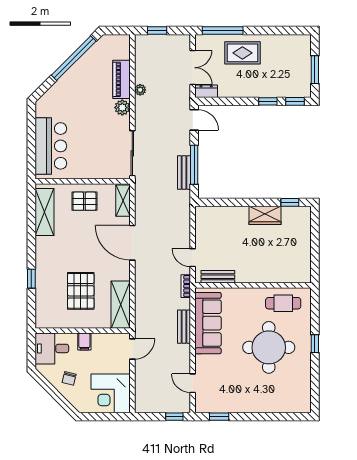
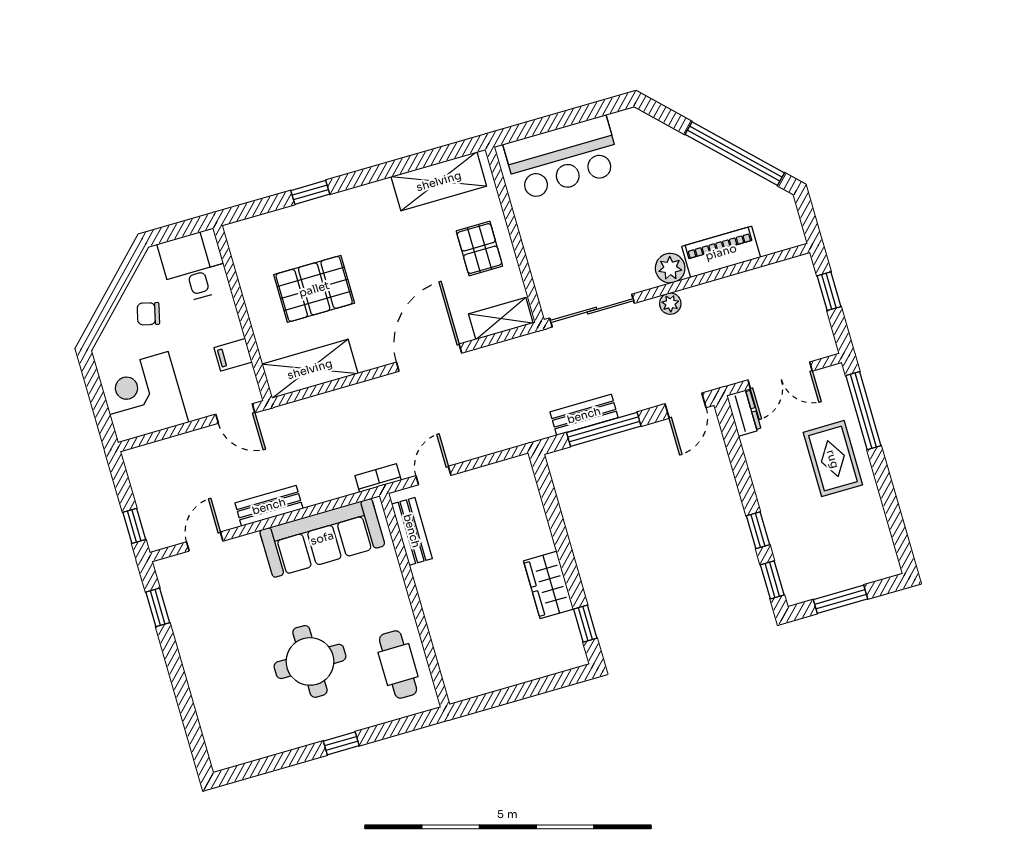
plant: (140, 90) -> (670, 304), moved
bench: (184, 327) -> (269, 506), moved
filing cabinet: (84, 342) -> (233, 355), moved
round table: (269, 347) -> (310, 661), width x0.73, depth x0.73

